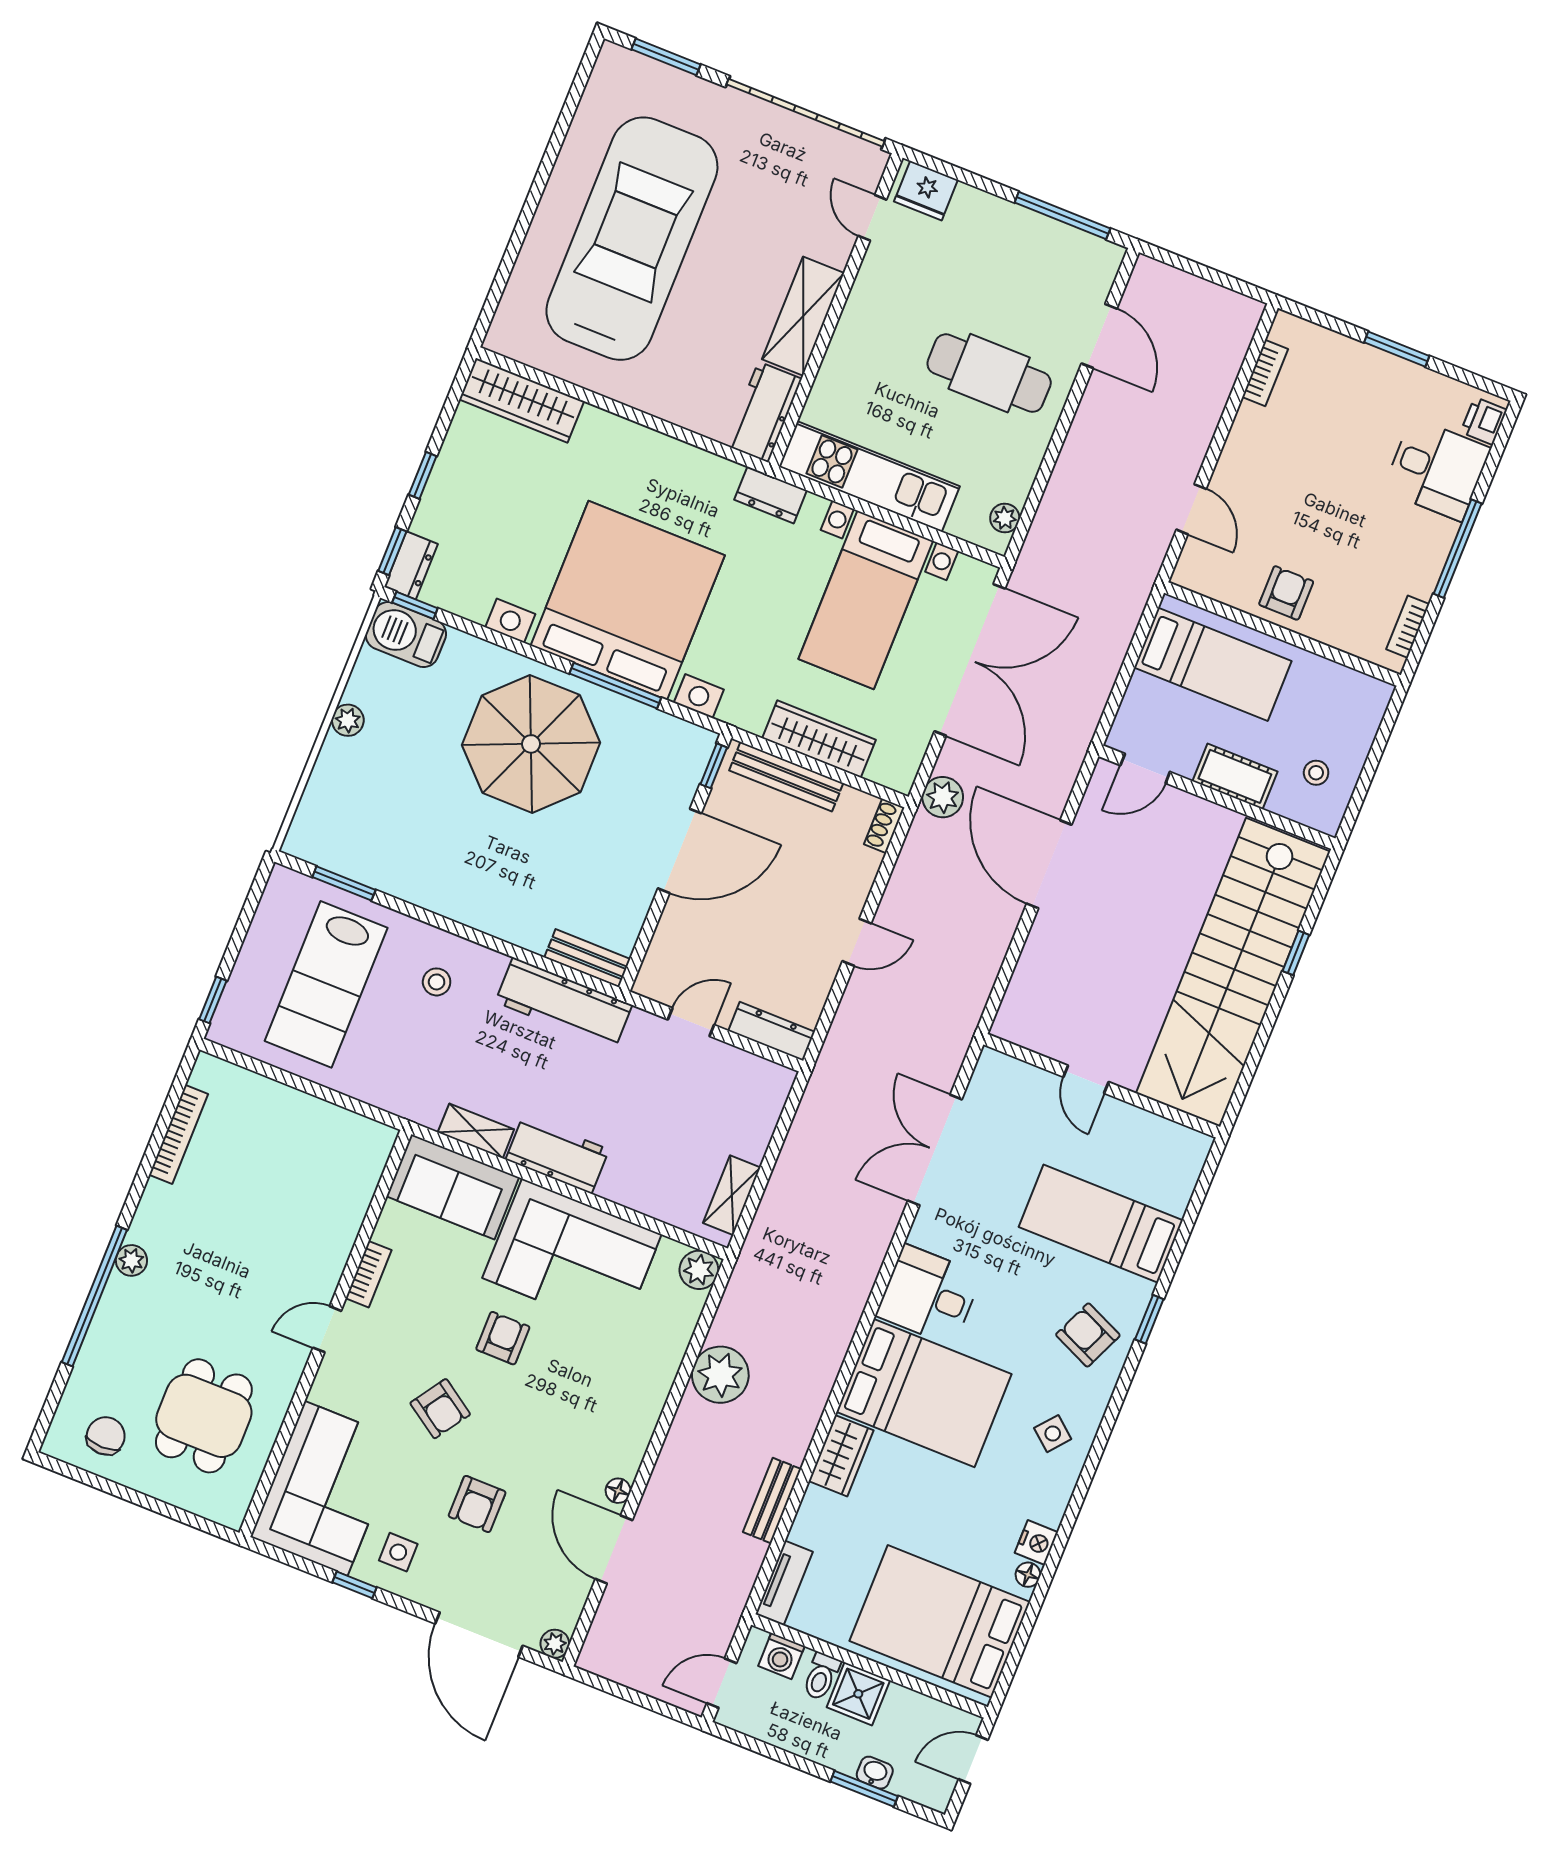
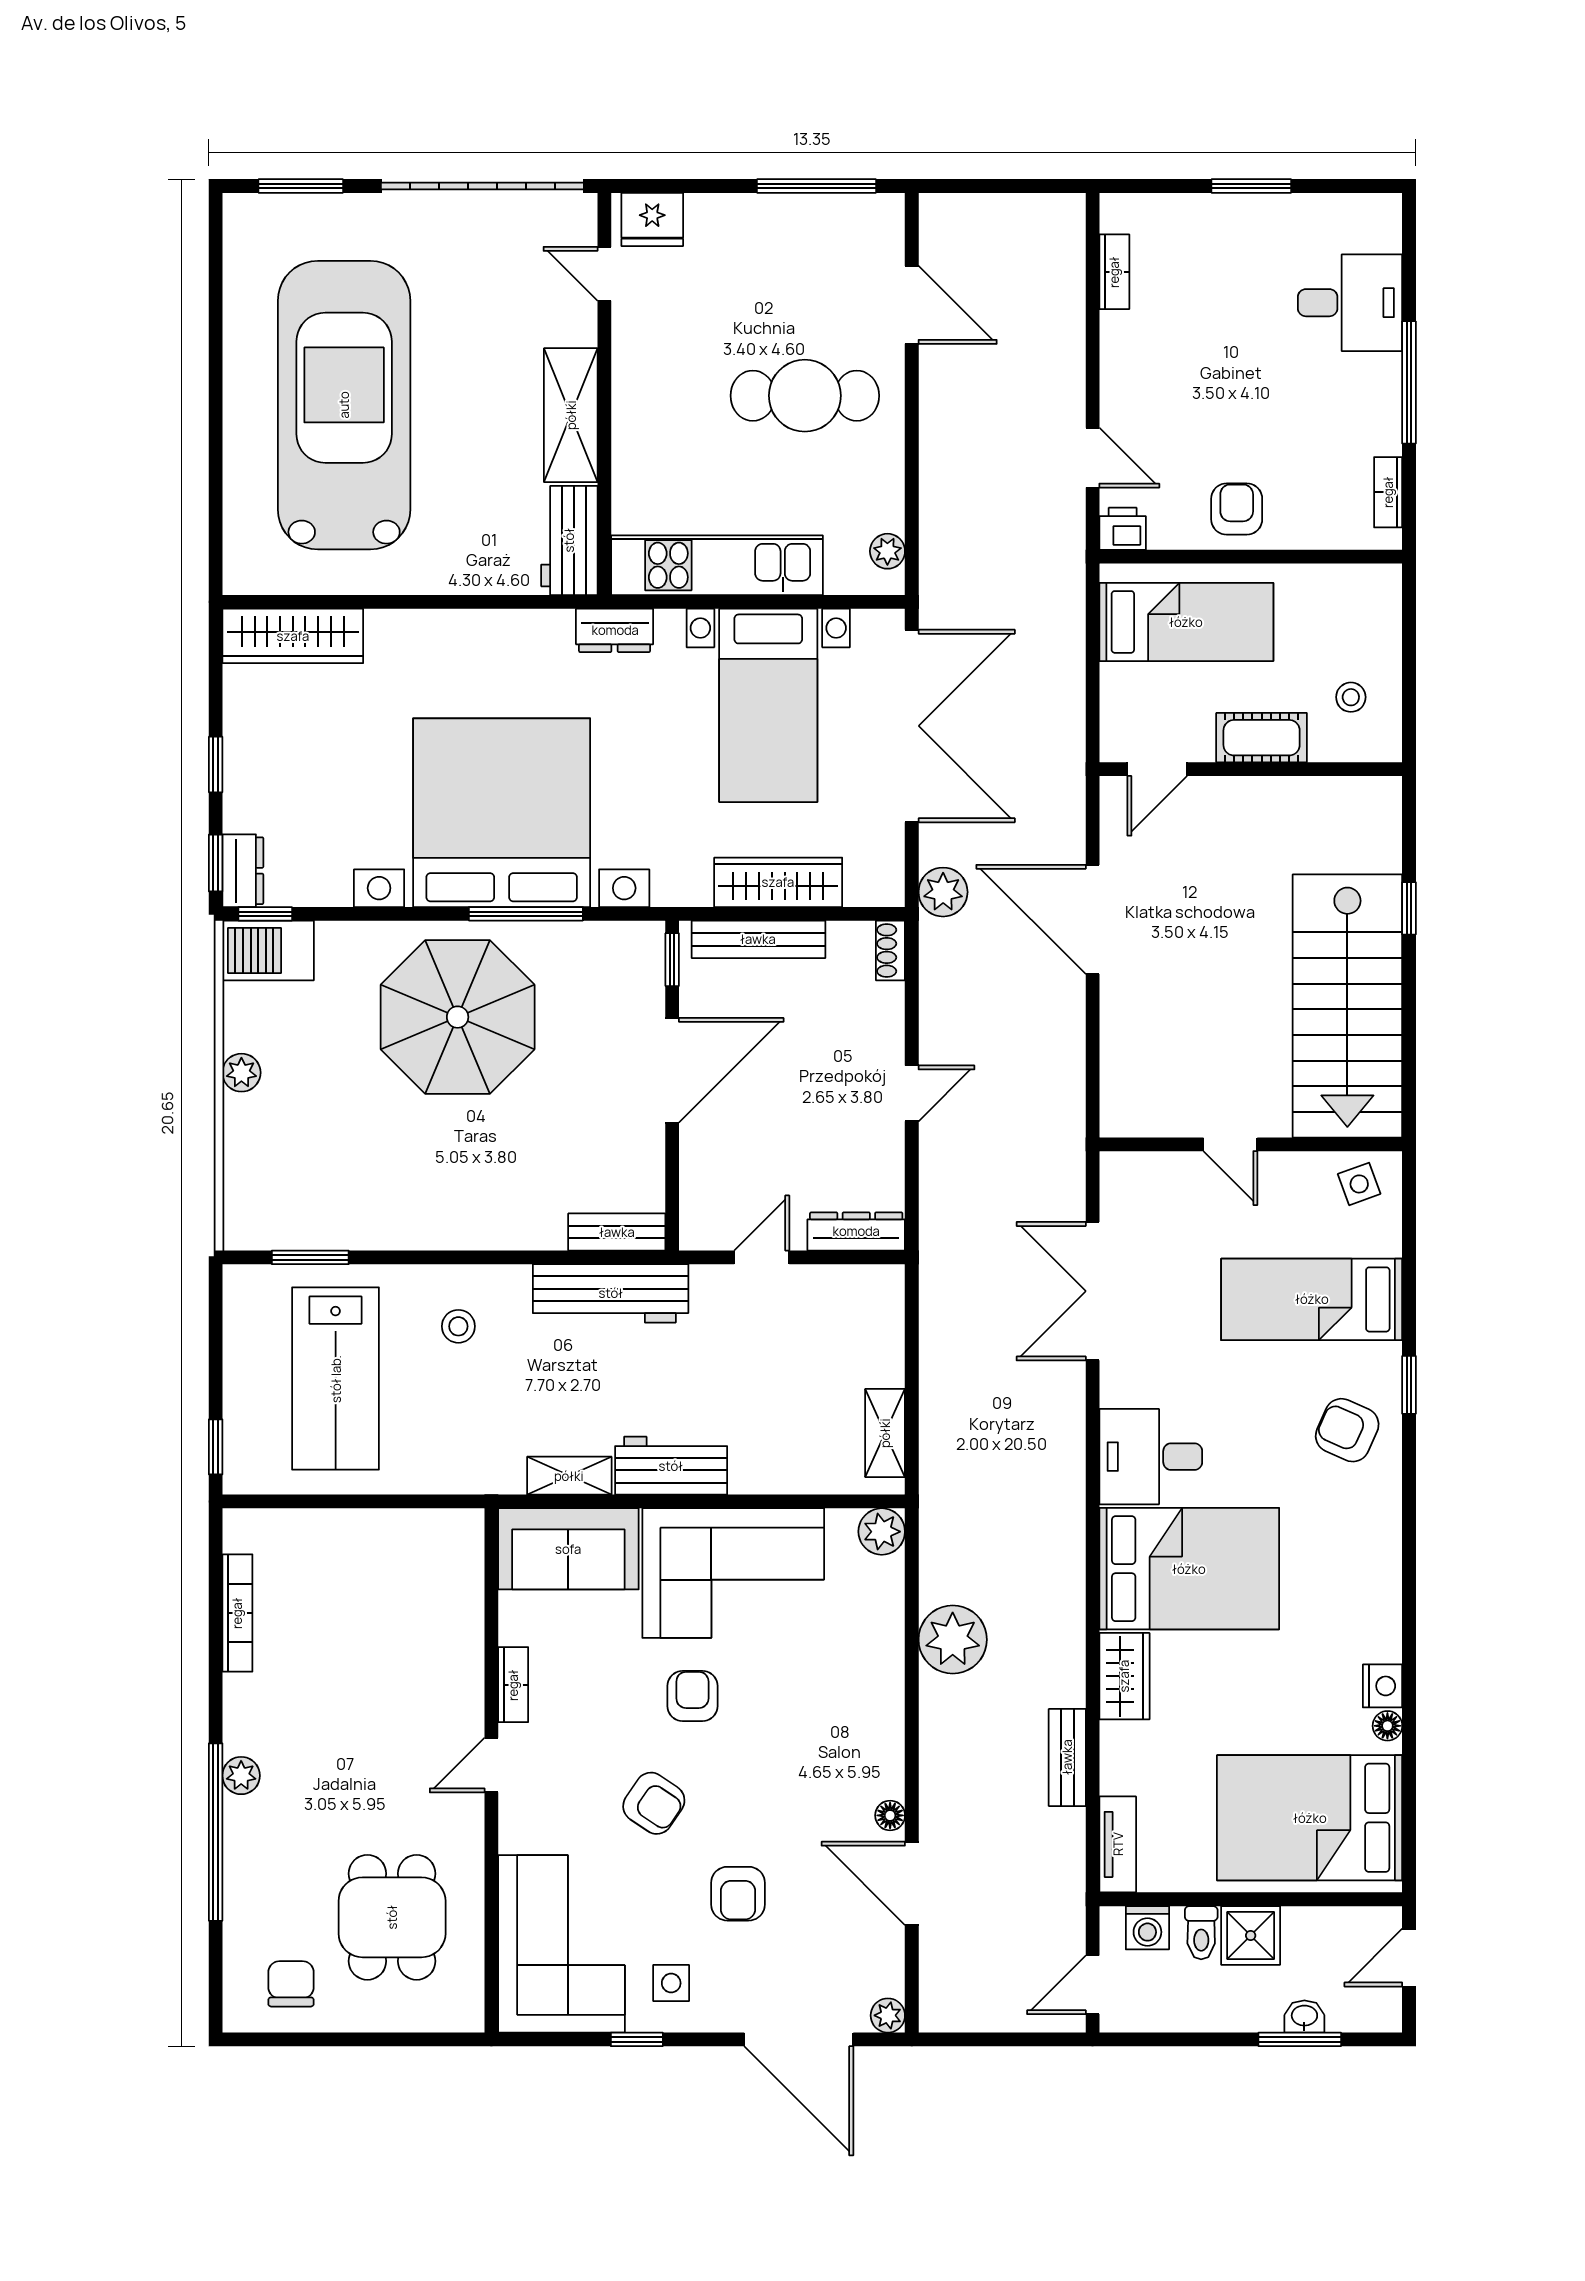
printer: (1484, 421) -> (1123, 529), moved, turned 90
stairs: (1233, 972) -> (1347, 1006), width x0.73
side table: (1053, 1434) -> (1359, 1184), moved, turned 30

